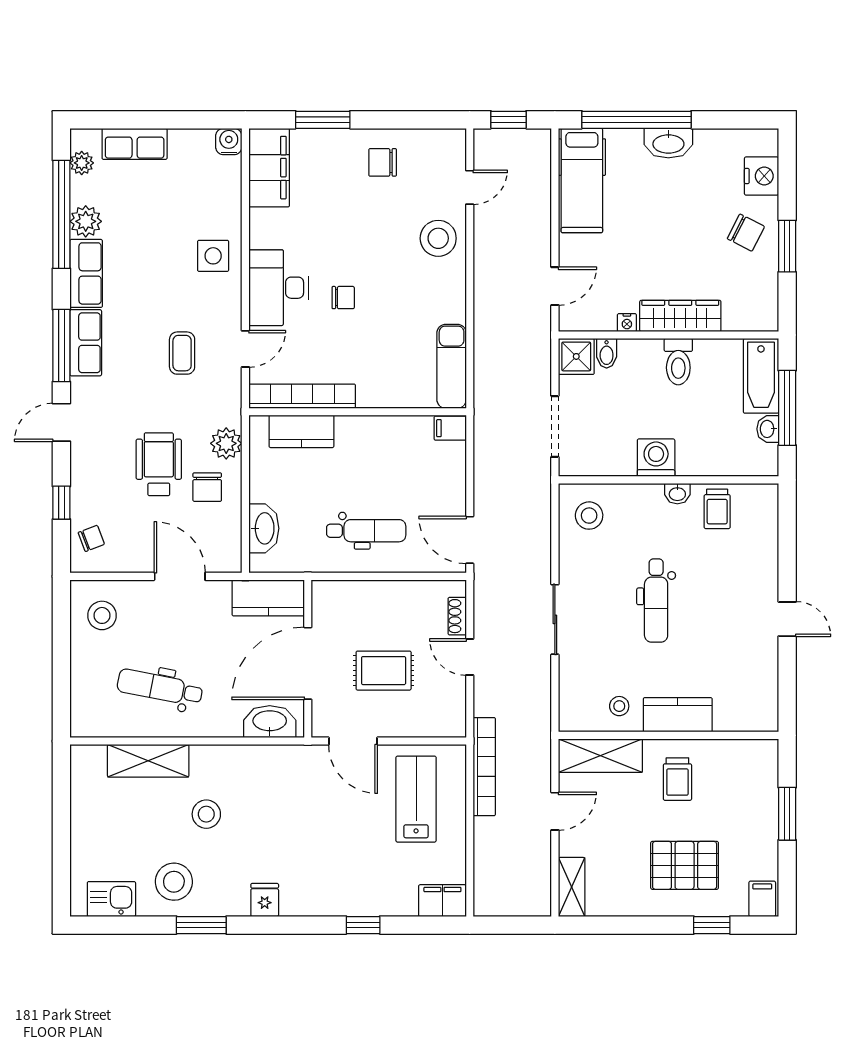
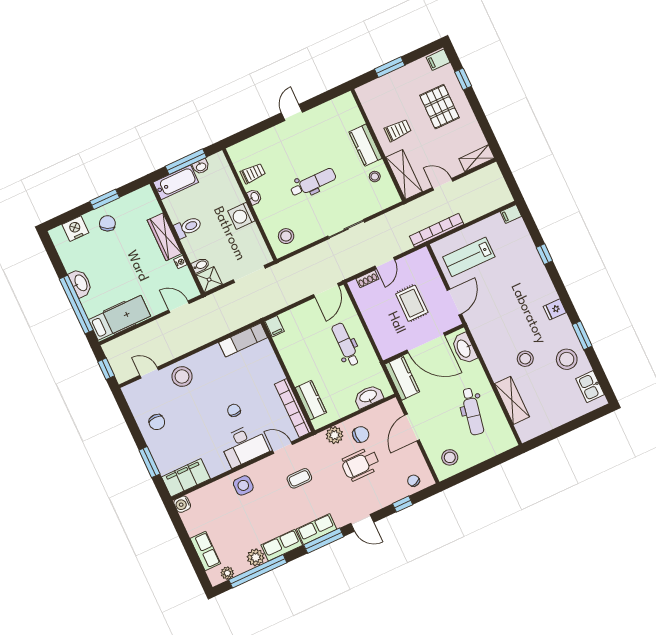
filing cabinet: (442, 901) -> (511, 214), width x0.50

